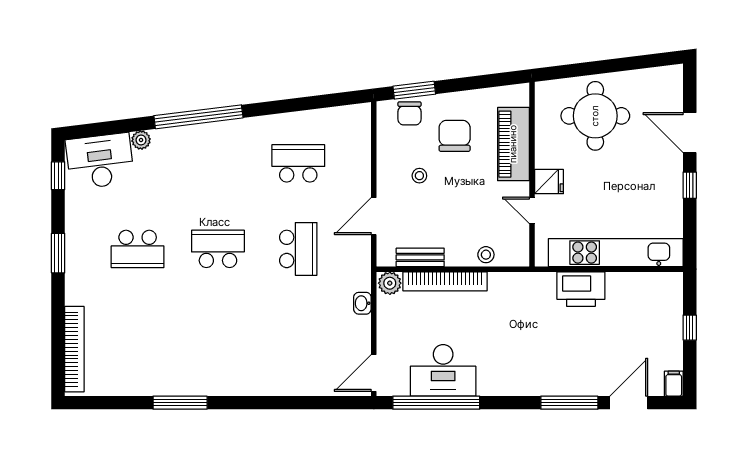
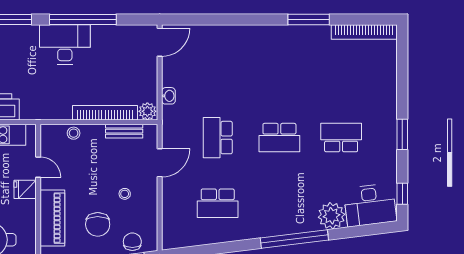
plant: (141, 140) -> (331, 216), width x1.88, depth x1.88
bookcase: (74, 349) -> (364, 32), moved, turned -90
desk: (443, 370) -> (65, 44), moved
window: (436, 403) -> (83, 20), moved

